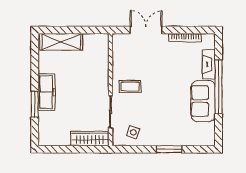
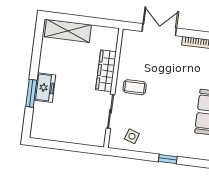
freezer: (47, 92) -> (45, 88), width x0.71
wardrobe: (90, 139) -> (106, 71), moved, turned -90
window: (169, 149) -> (168, 159), width x0.67

